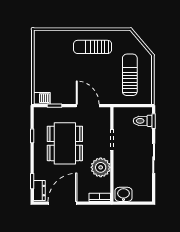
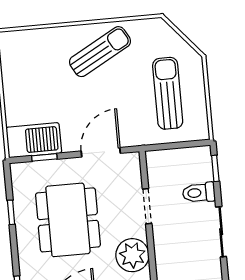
sun lounger: (93, 47) -> (100, 52), turned 151
barbecue: (42, 98) -> (34, 140), width x1.88, depth x1.53
door: (88, 106) -> (101, 152), hinge flipped
toilet: (143, 121) -> (199, 193), moved

